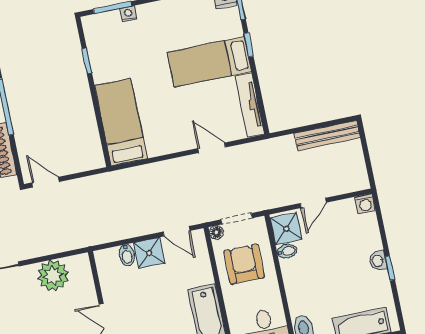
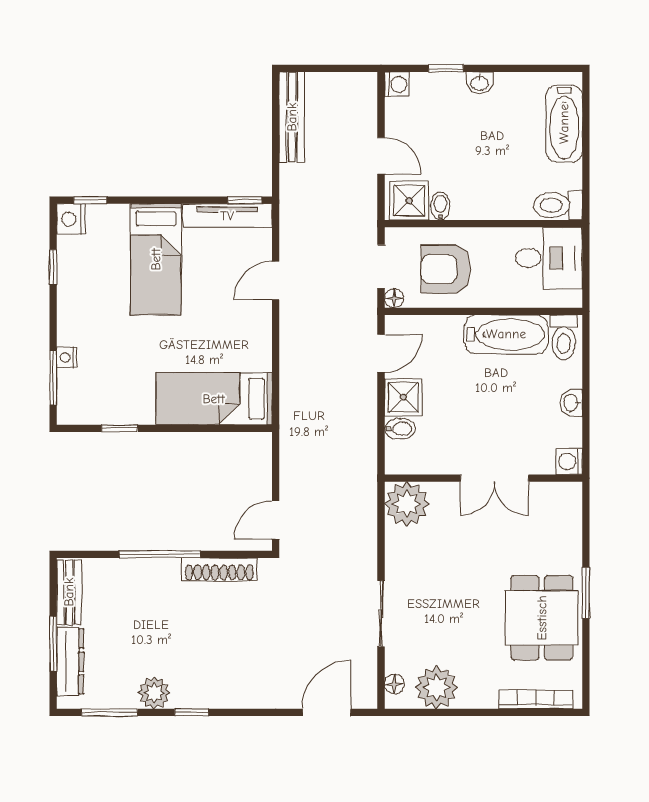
window: (248, 45) -> (245, 200), moved
window: (390, 268) -> (446, 68), moved
plant: (53, 275) -> (407, 504), moved

